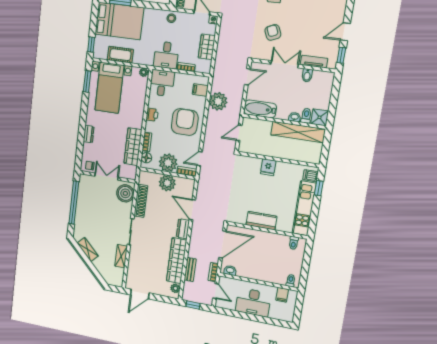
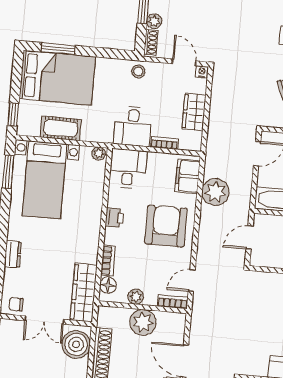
filing cabinet: (200, 90) -> (188, 176), width x2.00
wardrobe: (133, 147) -> (84, 293), moved
plant: (168, 163) -> (136, 297), width x0.53, depth x0.53
double door: (106, 177) -> (44, 320), swing flipped

